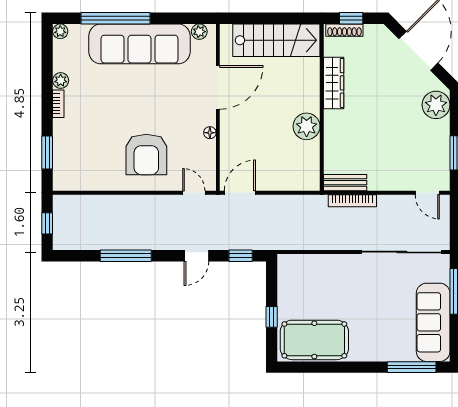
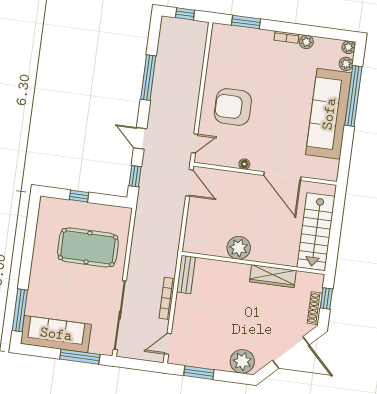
shoe rack: (344, 30) -> (315, 308), moved
plant: (199, 32) -> (346, 64), moved
bookcase: (352, 201) -> (167, 298), moved
pool table: (314, 340) -> (88, 247), moved, turned 90

